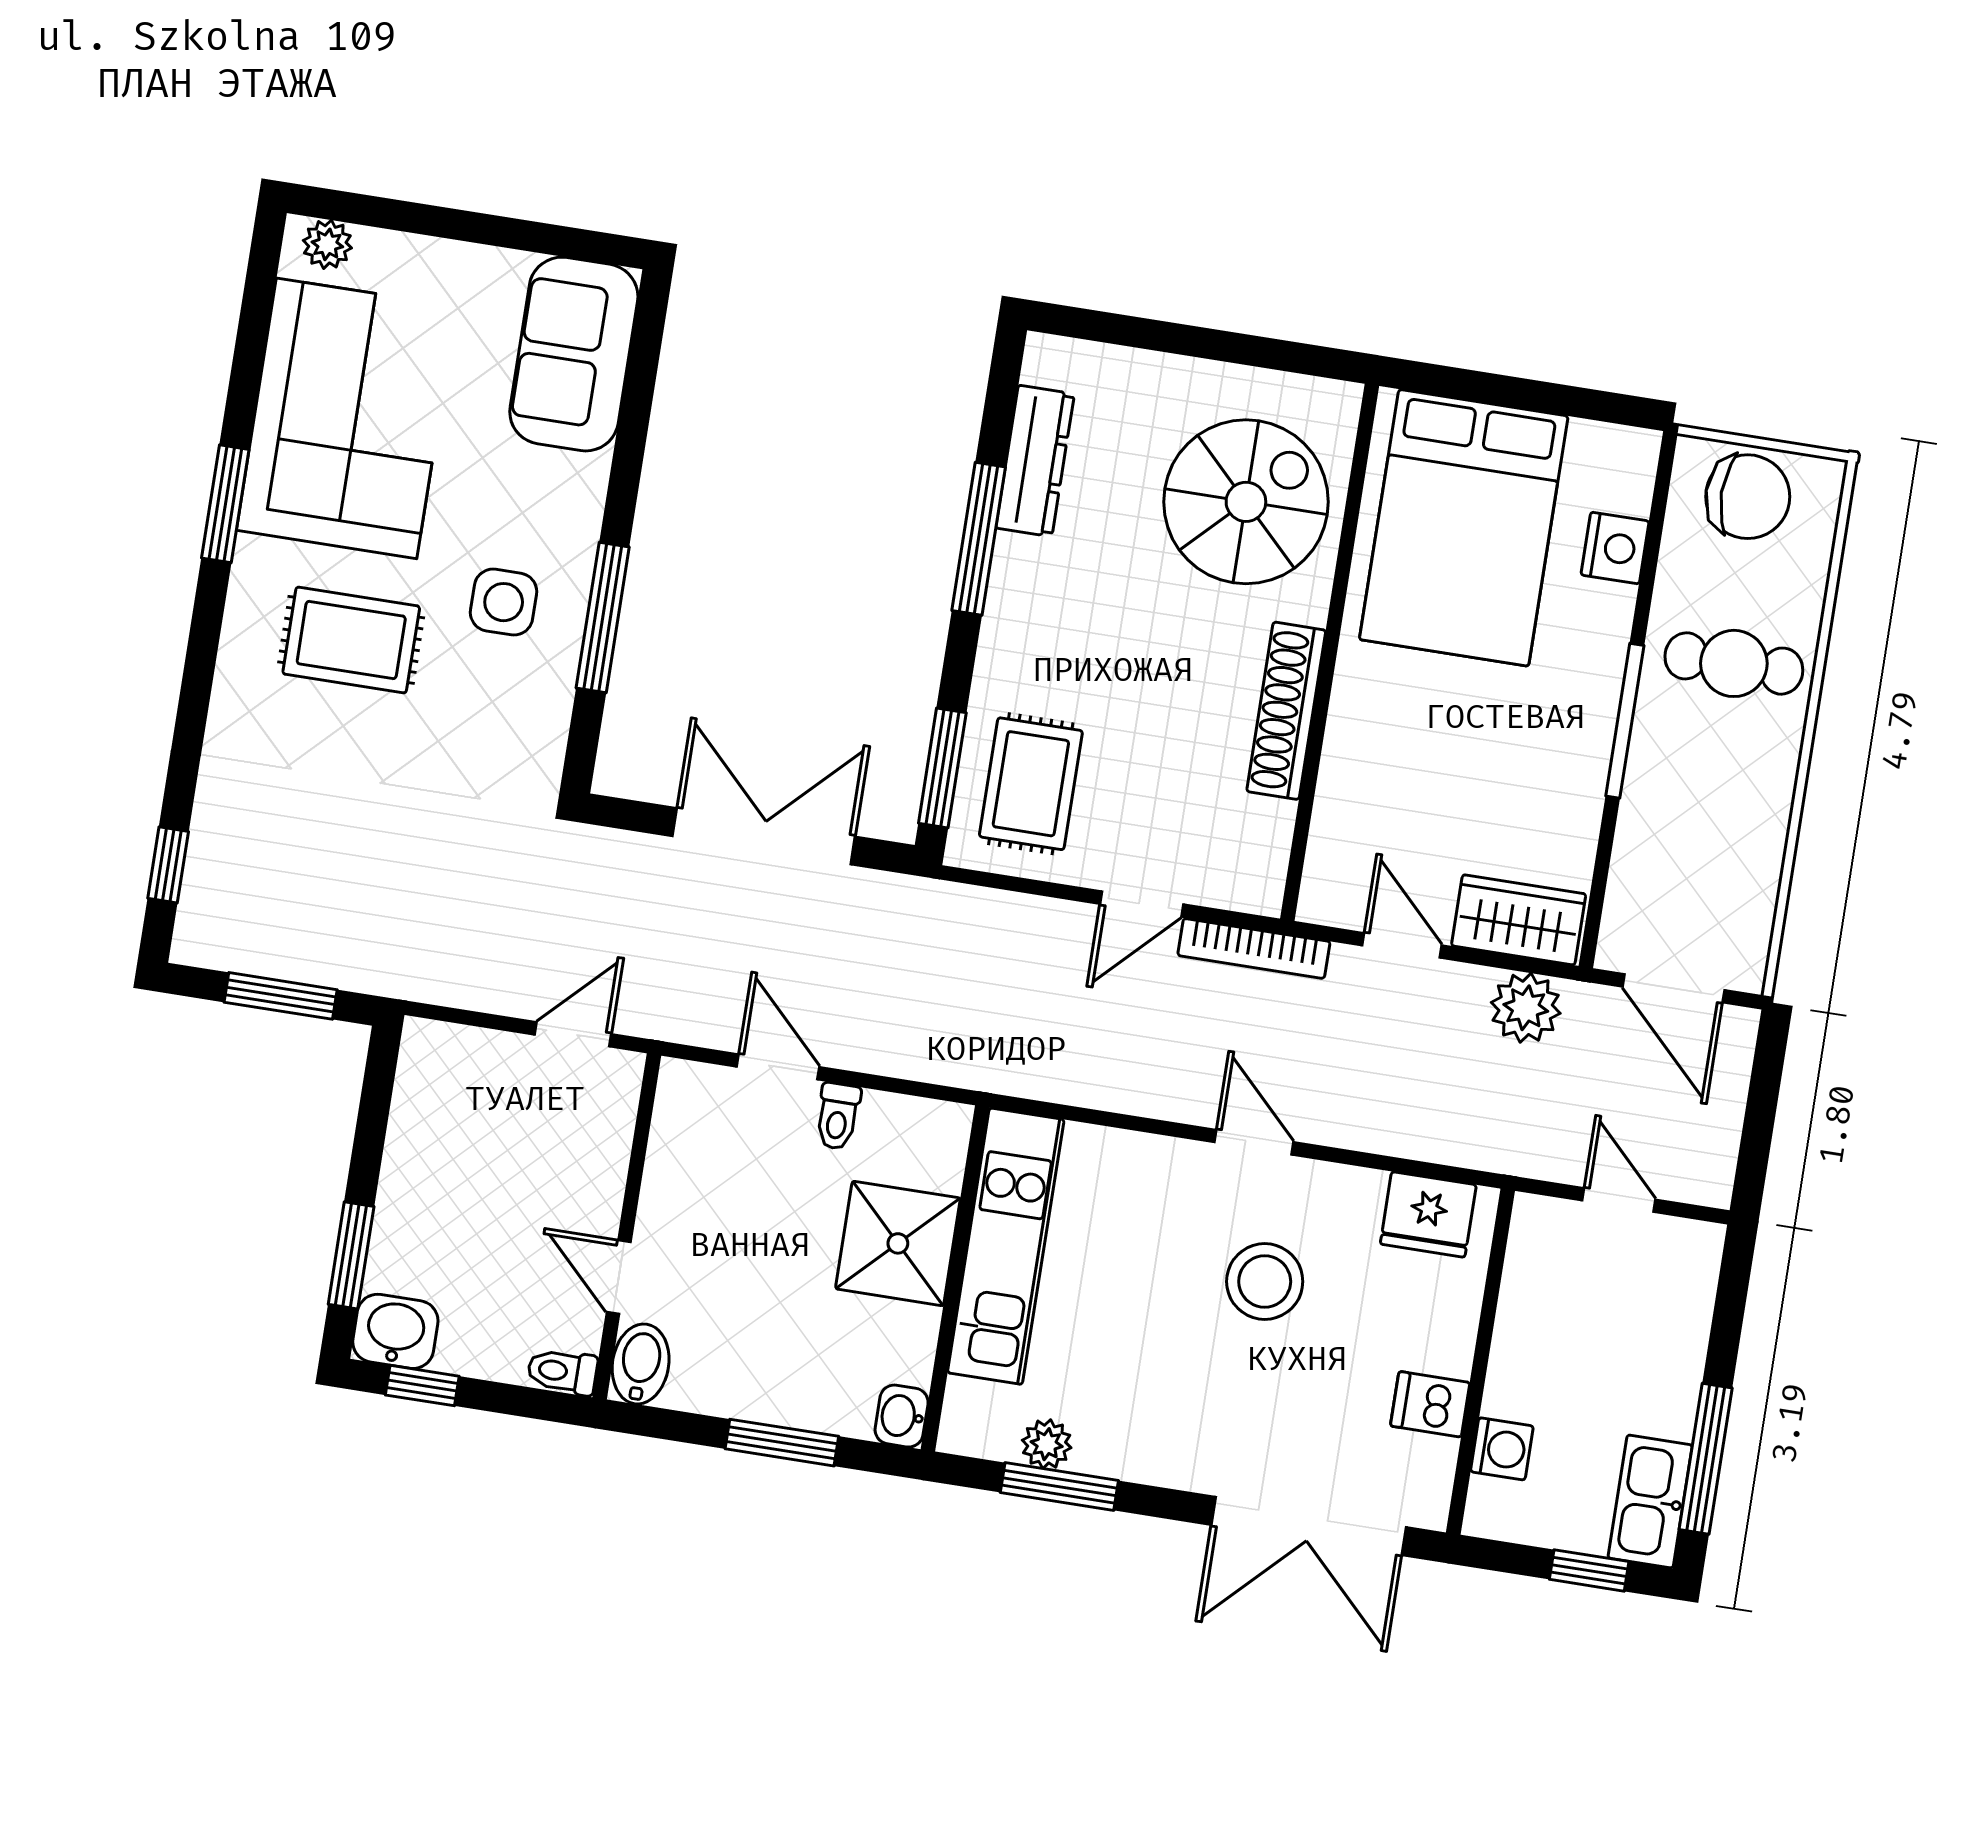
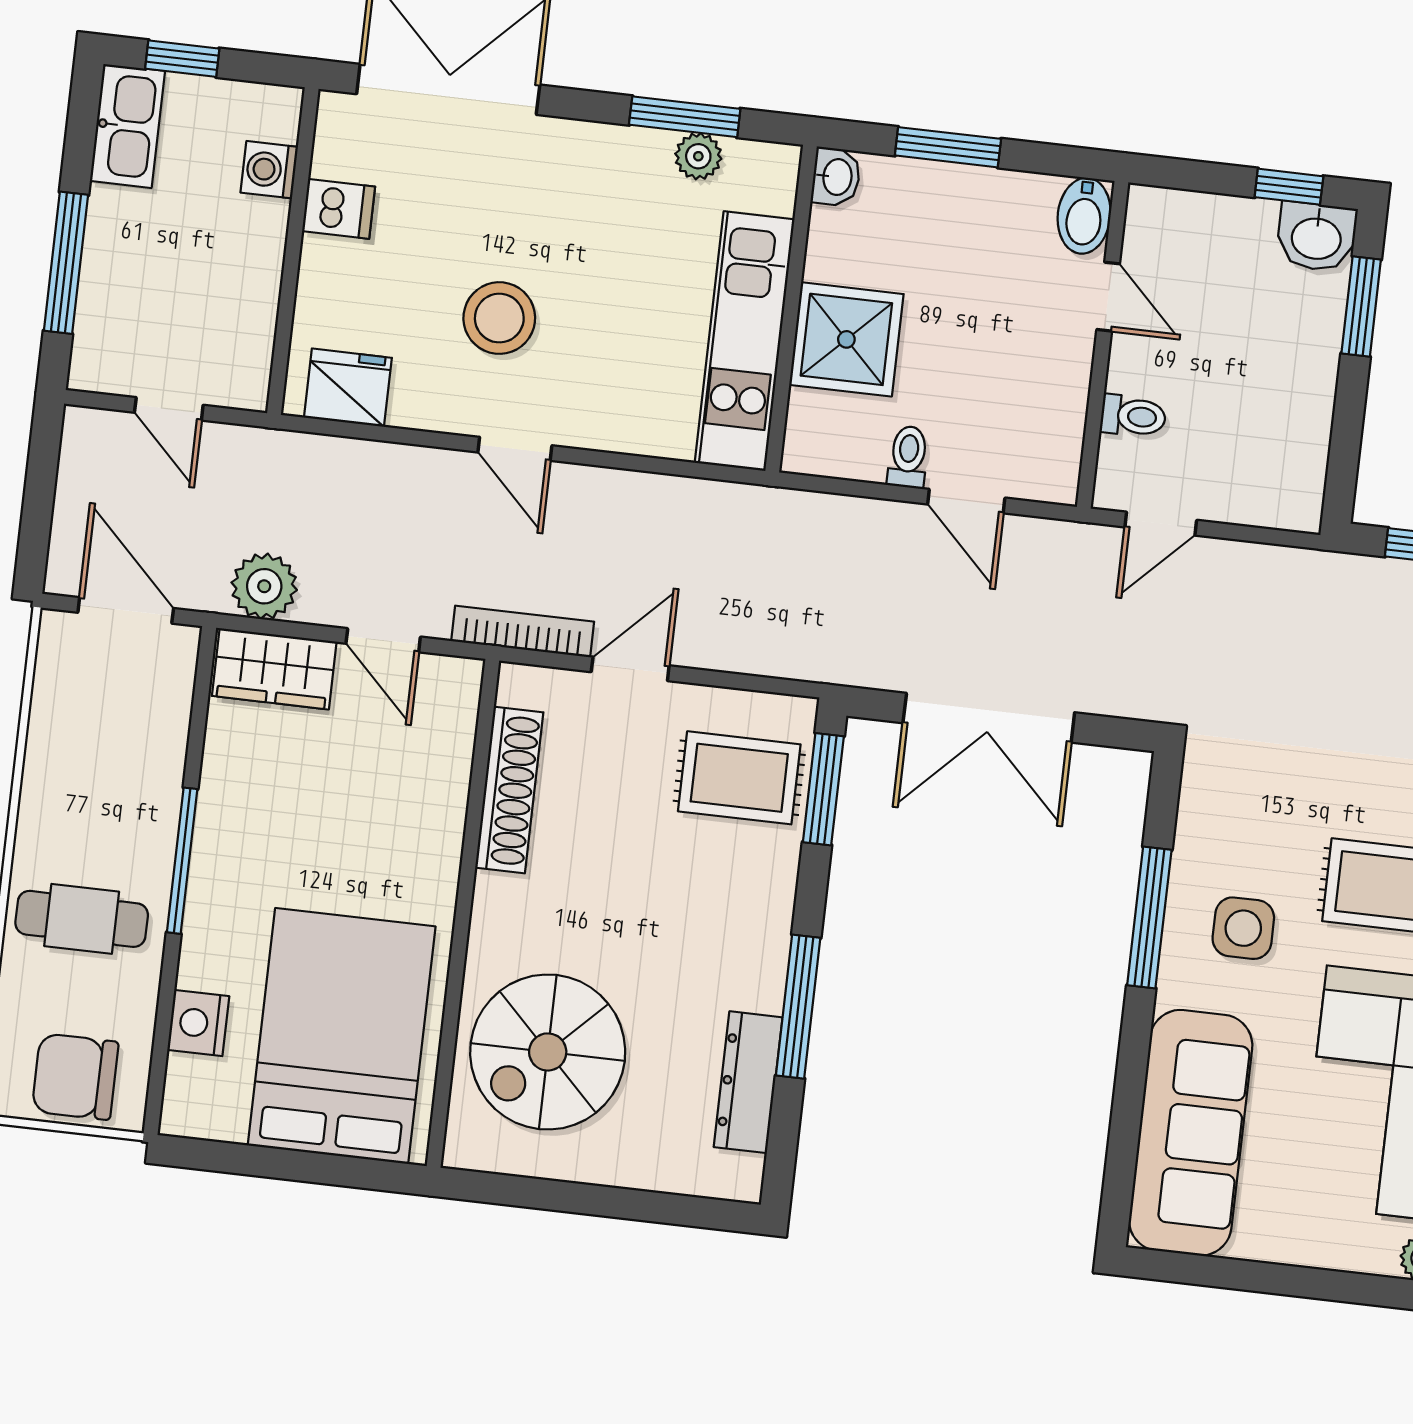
sofa: (574, 354) -> (1191, 1133), width x1.36
shoe rack: (1286, 711) -> (509, 790), moved
rug: (1031, 784) -> (739, 778), turned 90
toilet: (562, 1372) -> (1133, 416), moved
window: (1706, 1459) -> (66, 263), moved

